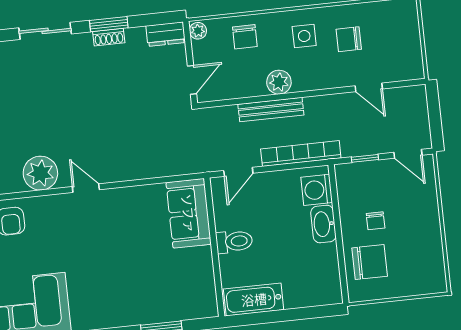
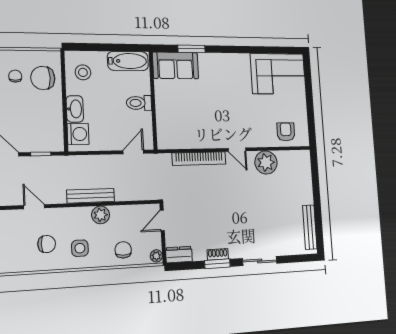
bench: (271, 110) -> (91, 196), moved
bookcase: (301, 154) -> (199, 159), moved
sofa: (189, 213) -> (176, 65), moved, turned 90
chair: (376, 221) -> (15, 76), moved
stool: (316, 276) -> (83, 72), added

